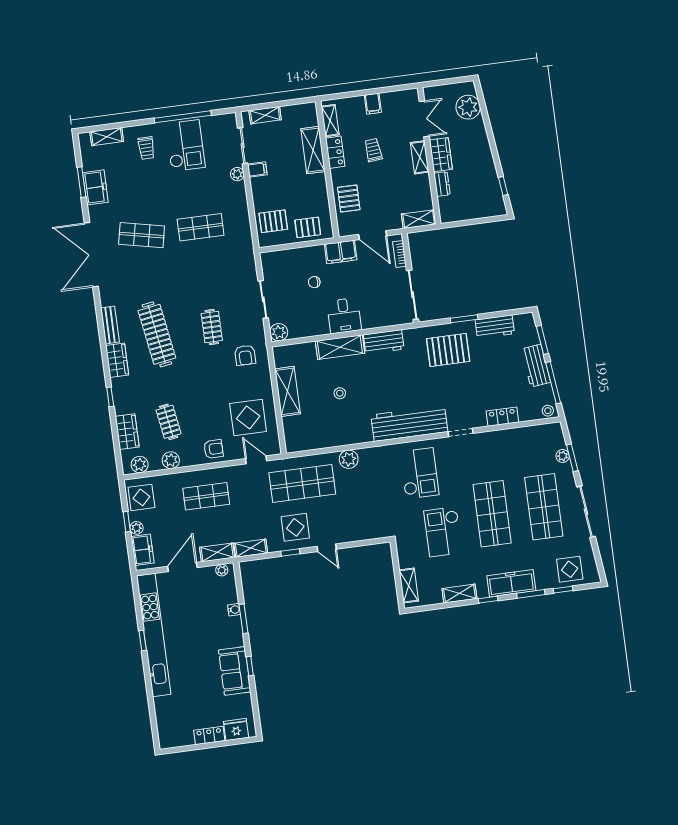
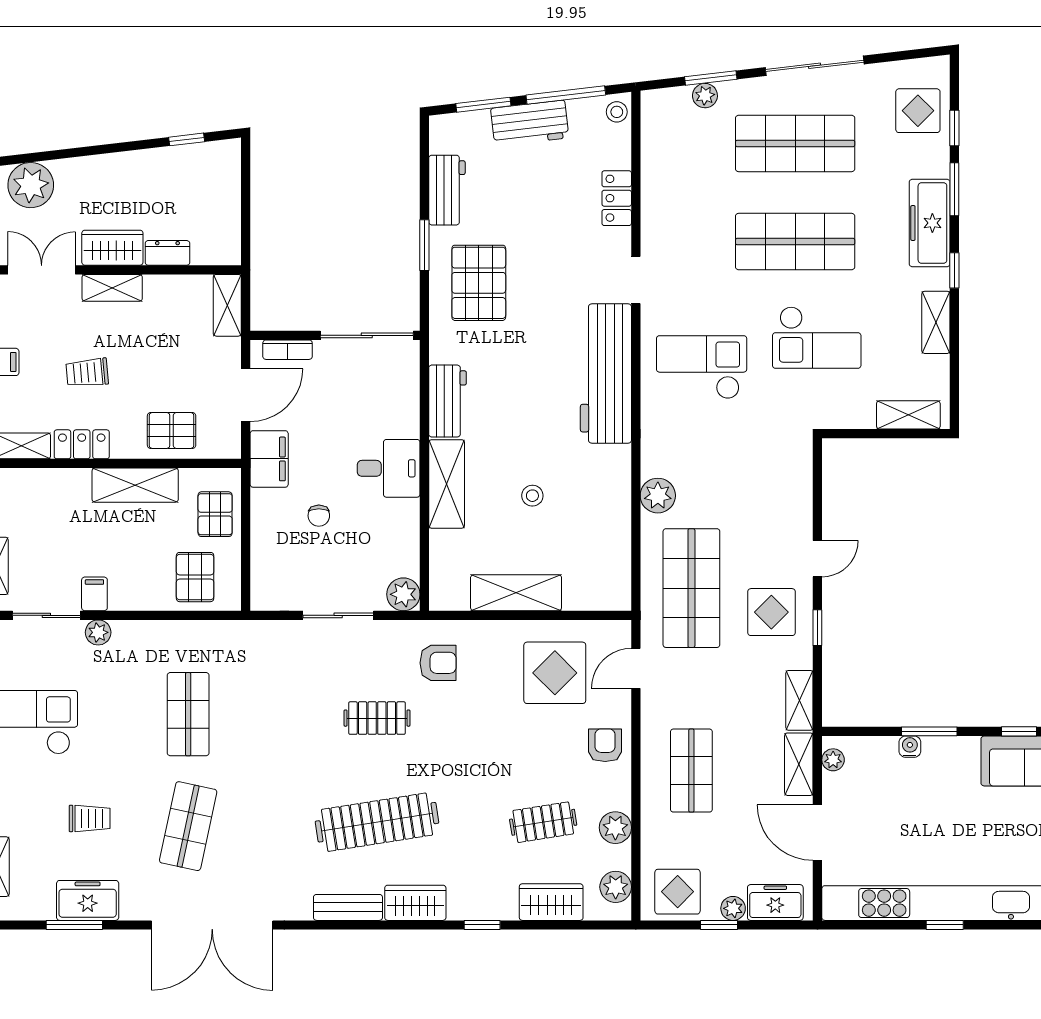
trolley: (146, 148) -> (90, 818), moved
shelving: (313, 150) -> (135, 485), moved

